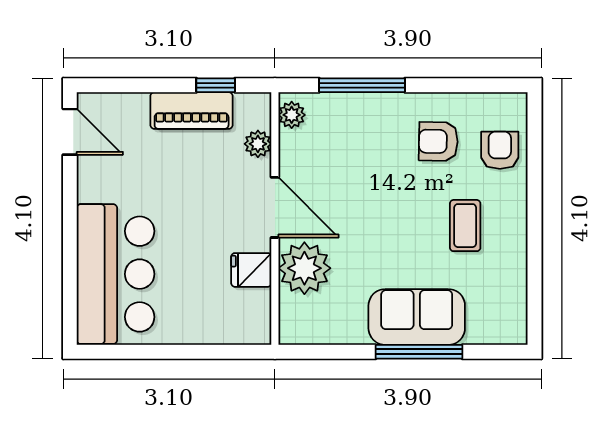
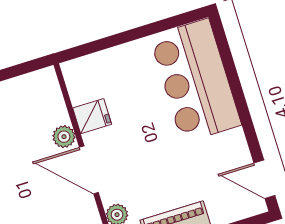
plant: (304, 268) -> (64, 137), width x0.53, depth x0.53

